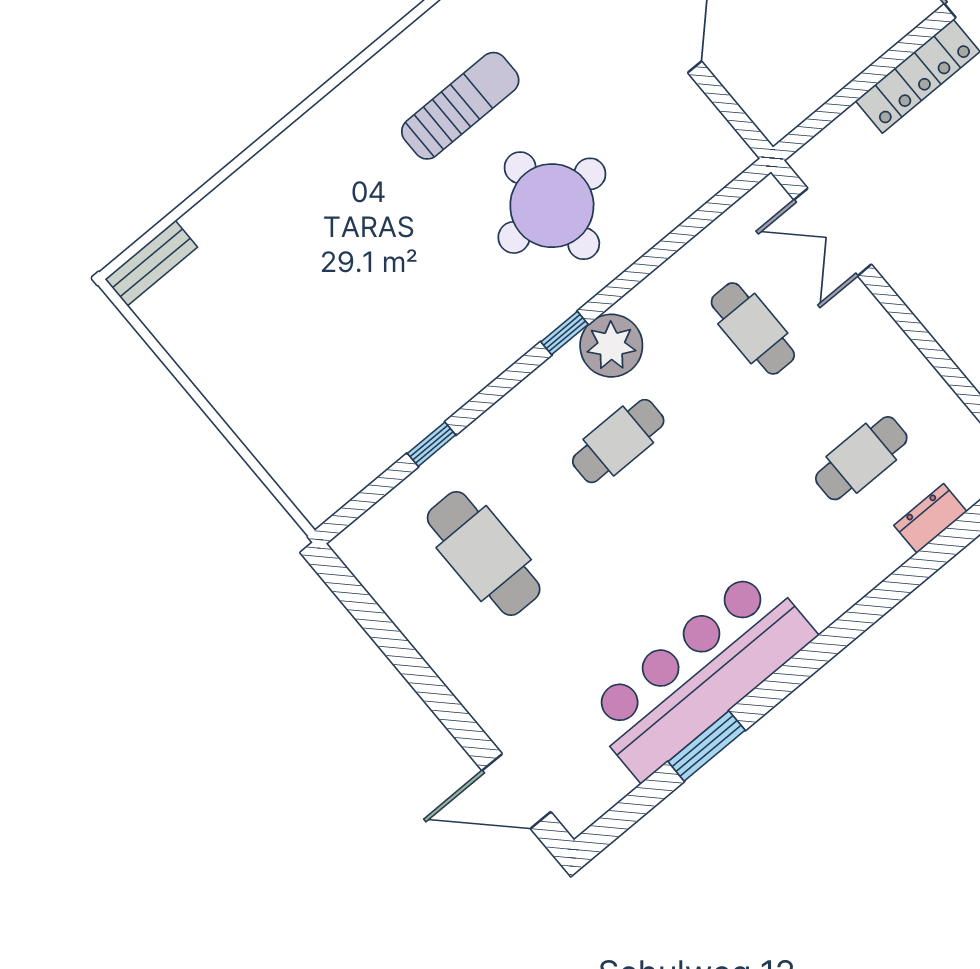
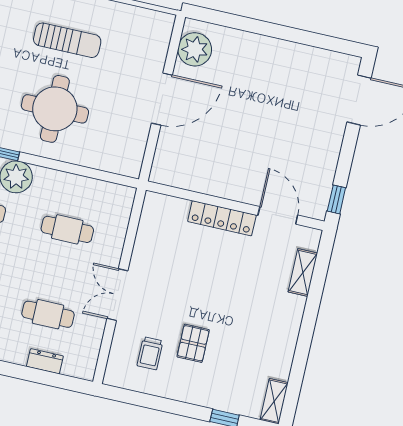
double door: (833, 232) -> (117, 295), moved
cafe table: (753, 328) -> (67, 229), turned 90

